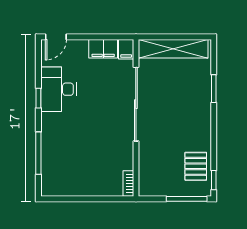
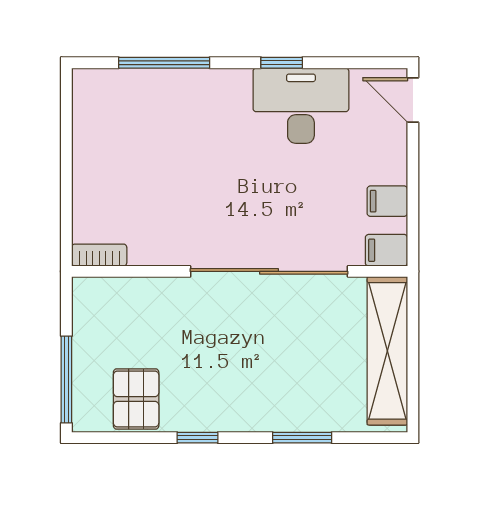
filing cabinet: (103, 49) -> (387, 201), width x0.50
pallet: (196, 166) -> (136, 399), turned 90
window: (214, 180) -> (197, 438), moved

